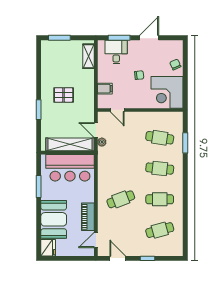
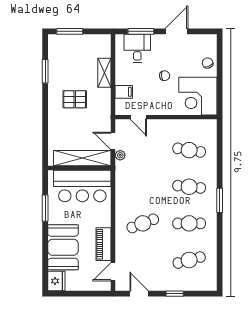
shelving: (88, 56) -> (104, 73), moved
window: (39, 110) -> (45, 71), moved
window: (185, 143) -> (220, 200), moved

